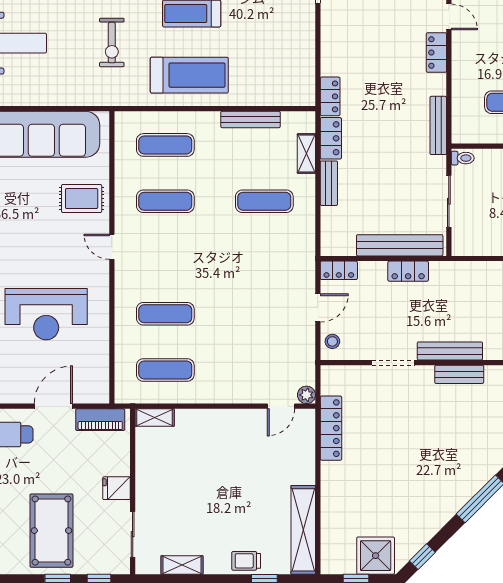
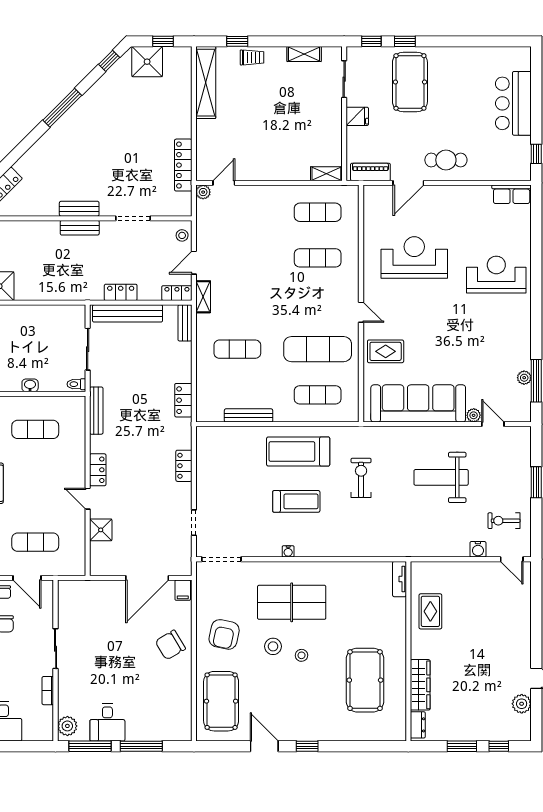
locker: (330, 96) -> (184, 466), moved
shelving: (306, 154) -> (203, 297), moved
bench: (329, 183) -> (185, 323), moved
exercise mat: (165, 201) -> (318, 349), width x1.36, depth x1.45
bench: (450, 351) -> (80, 228), width x0.73

